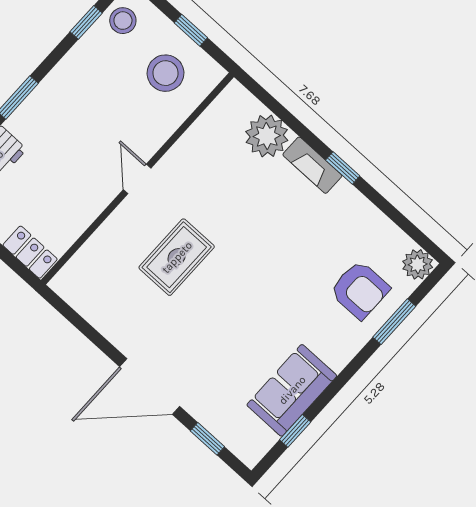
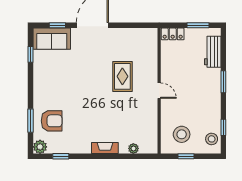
plant: (267, 136) -> (133, 148), width x0.53, depth x0.53
window: (343, 168) -> (61, 156), moved
armchair: (360, 290) -> (52, 121), turned 180
sofa: (292, 390) -> (52, 39), moved, turned 90

